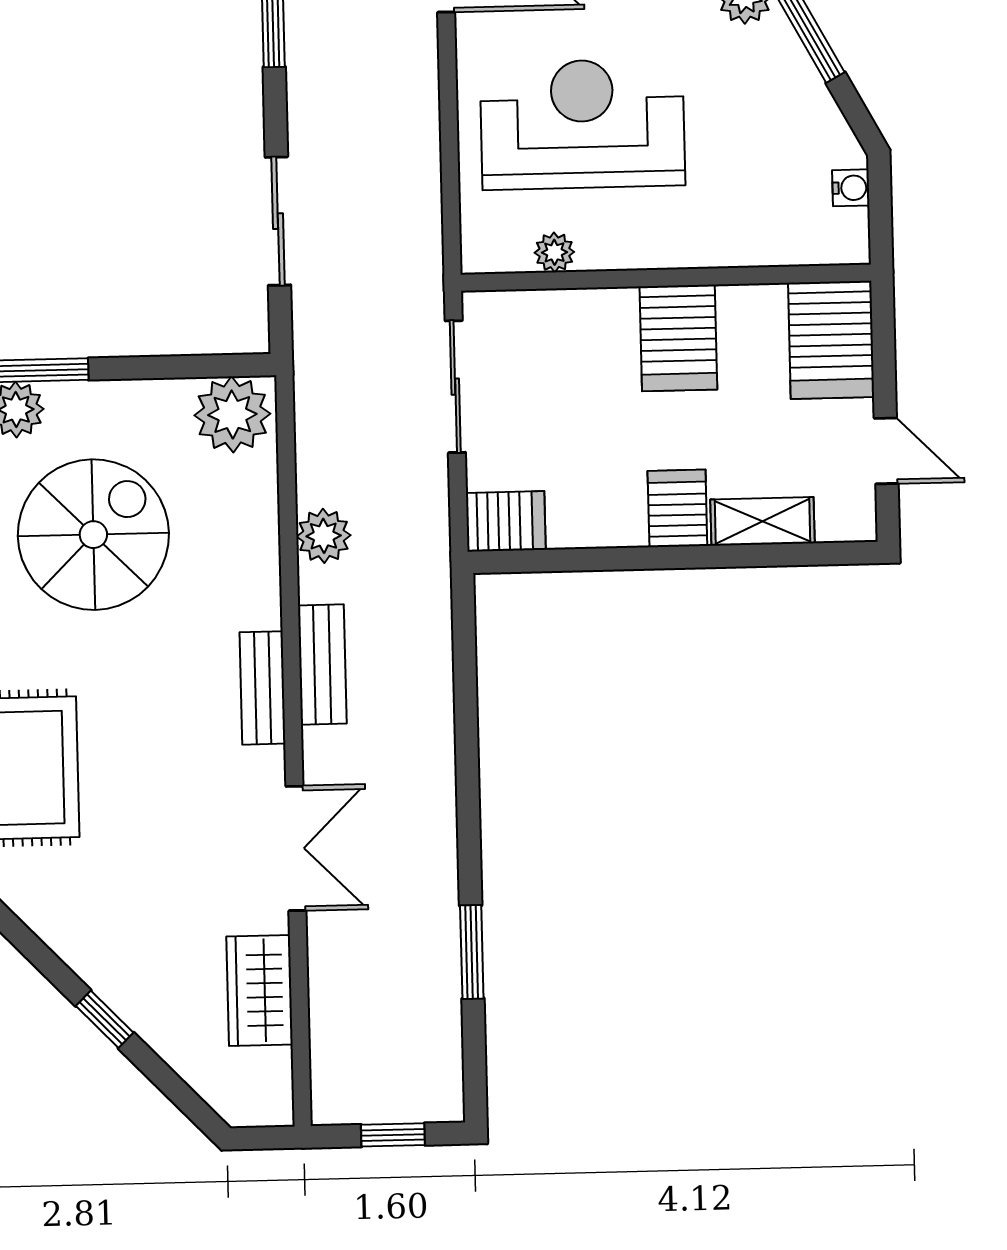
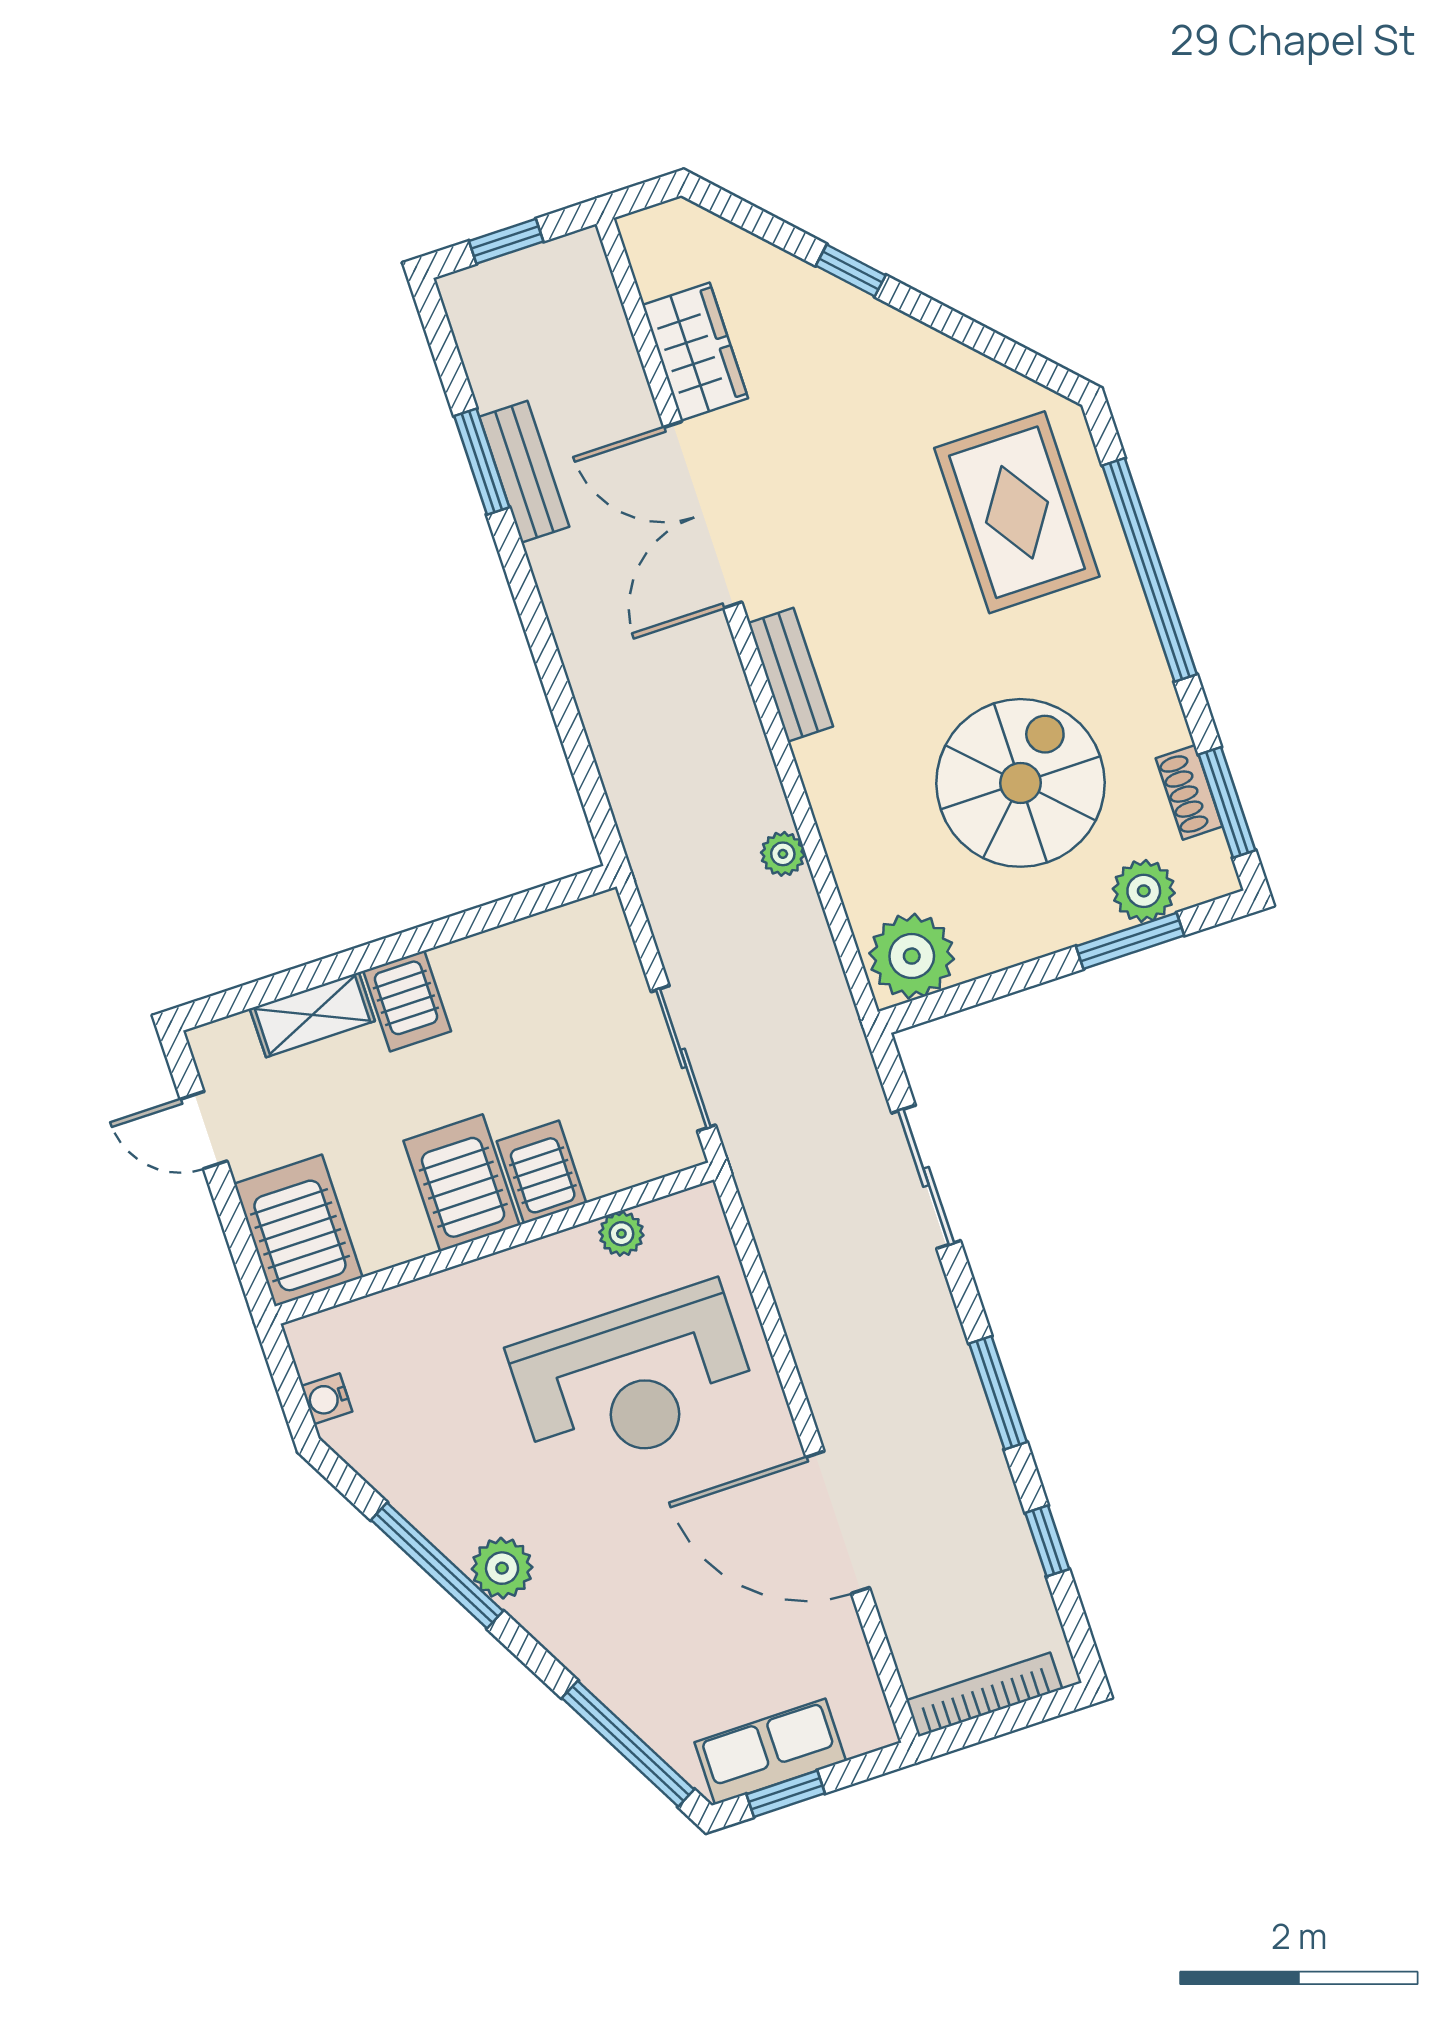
server rack: (506, 521) -> (542, 1172), moved, turned 90
spiral stairs: (93, 535) -> (1021, 783), turned 180
plant: (324, 536) -> (783, 854), width x0.73, depth x0.73
bench: (322, 664) -> (524, 472), moved
double door: (296, 848) -> (703, 515), width x1.37

